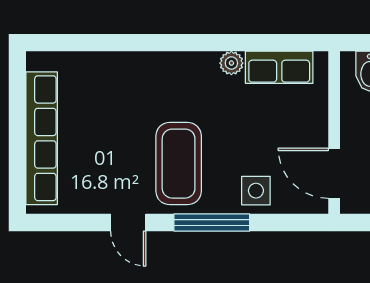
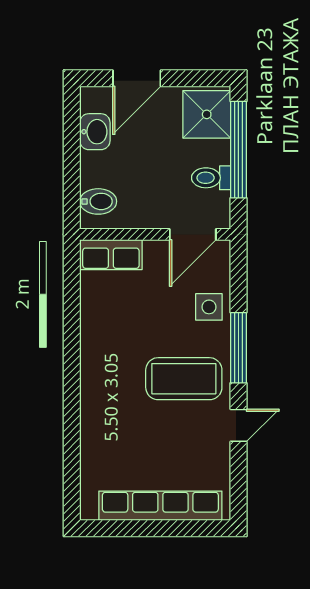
plant: (231, 63) -> (91, 330), removed
row of seats: (279, 67) -> (111, 255), moved, turned 90

